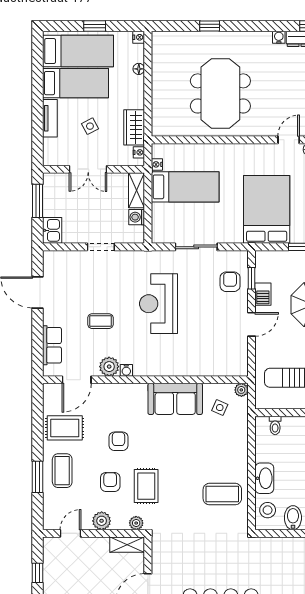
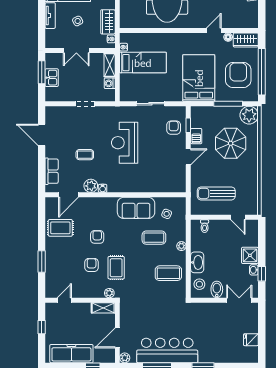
kitchen sink: (52, 230) -> (52, 78), moved
plant: (241, 390) -> (181, 246), moved
coffee table: (62, 471) -> (154, 238), moved, turned 90
plant: (102, 521) -> (86, 292), removed

